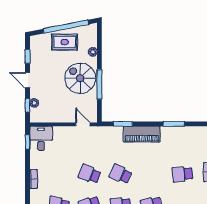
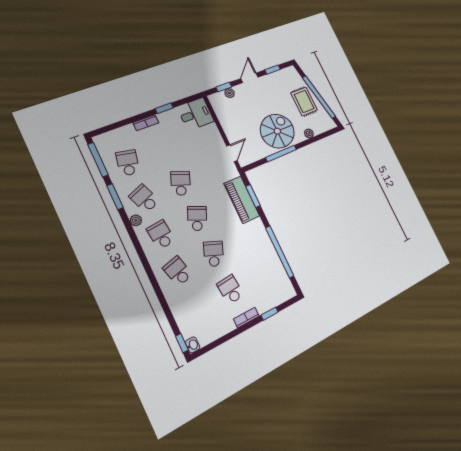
window: (174, 124) -> (280, 252), width x2.11
piano: (142, 134) -> (242, 200), moved
window: (27, 142) -> (164, 108), moved
school desk: (151, 174) -> (214, 254), added

